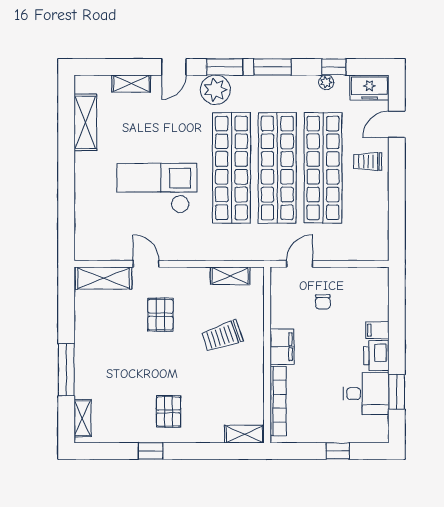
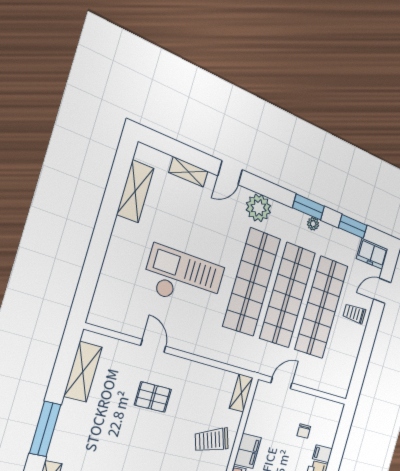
window: (225, 67) -> (272, 191), removed
window: (334, 67) -> (353, 226), width x1.50
plant: (326, 82) -> (313, 224), moved
shelving: (230, 276) -> (241, 393), moved, turned 90
shelving: (104, 278) -> (83, 372), moved, turned 90
chair: (323, 302) -> (304, 431), moved
pallet: (160, 315) -> (153, 397), turned 90
trolley: (222, 336) -> (212, 440), moved

